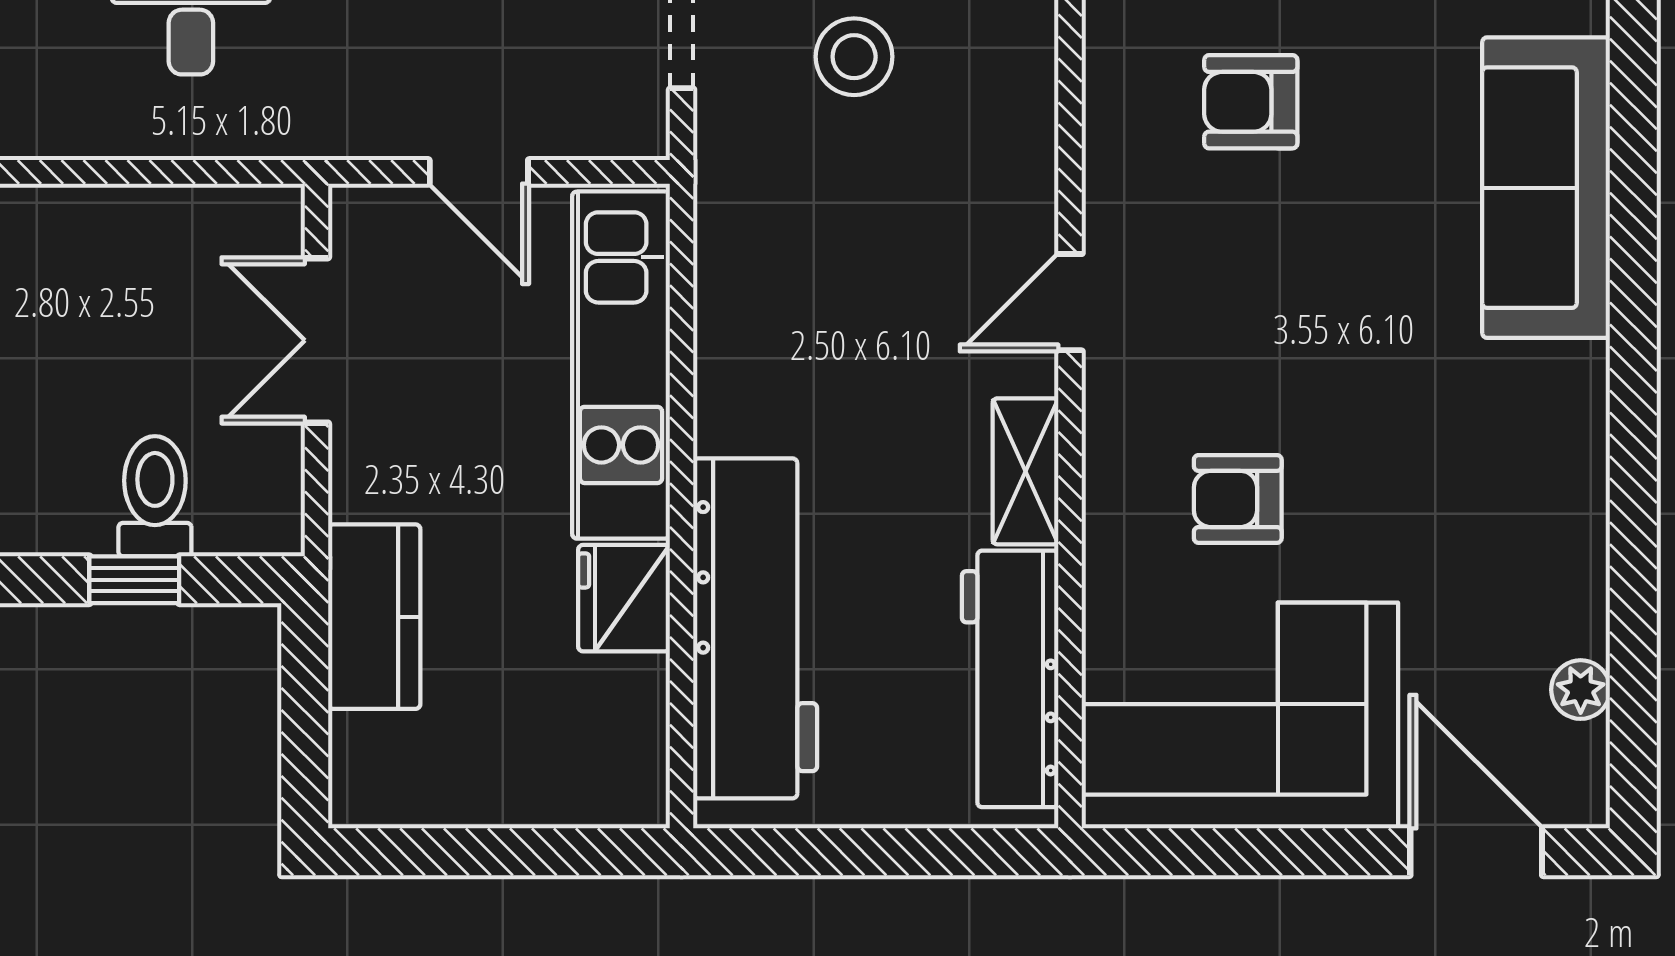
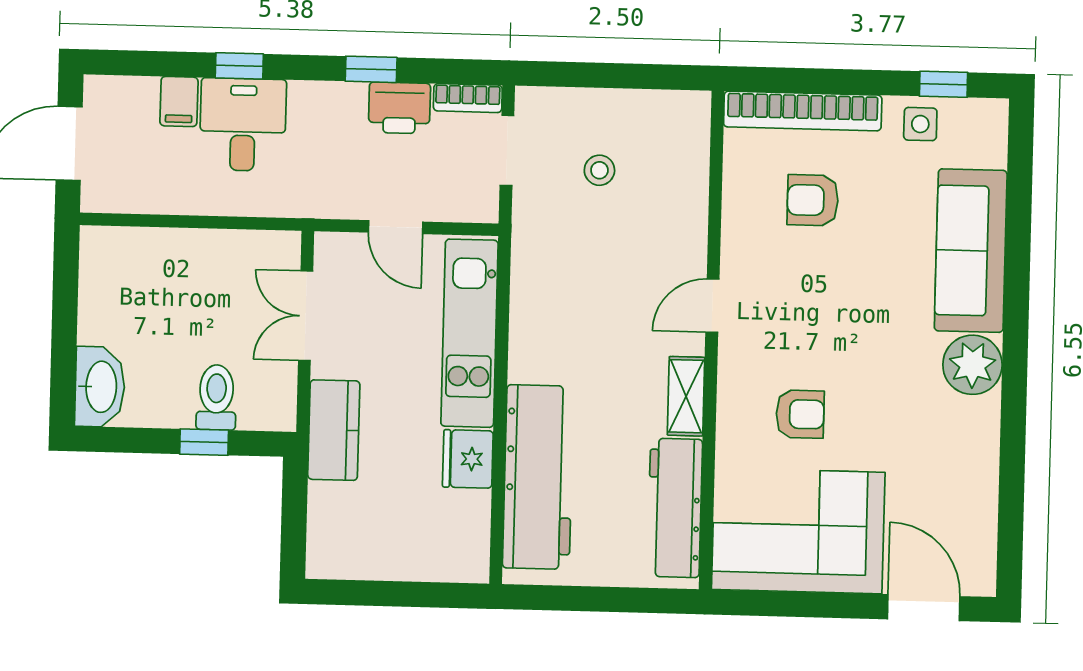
stool: (854, 57) -> (599, 170), width x0.73, depth x0.73
armchair: (1238, 499) -> (800, 414), turned 180
kitchen counter: (374, 617) -> (334, 430), moved
plant: (1581, 690) -> (972, 365), moved, width x1.88, depth x1.88

